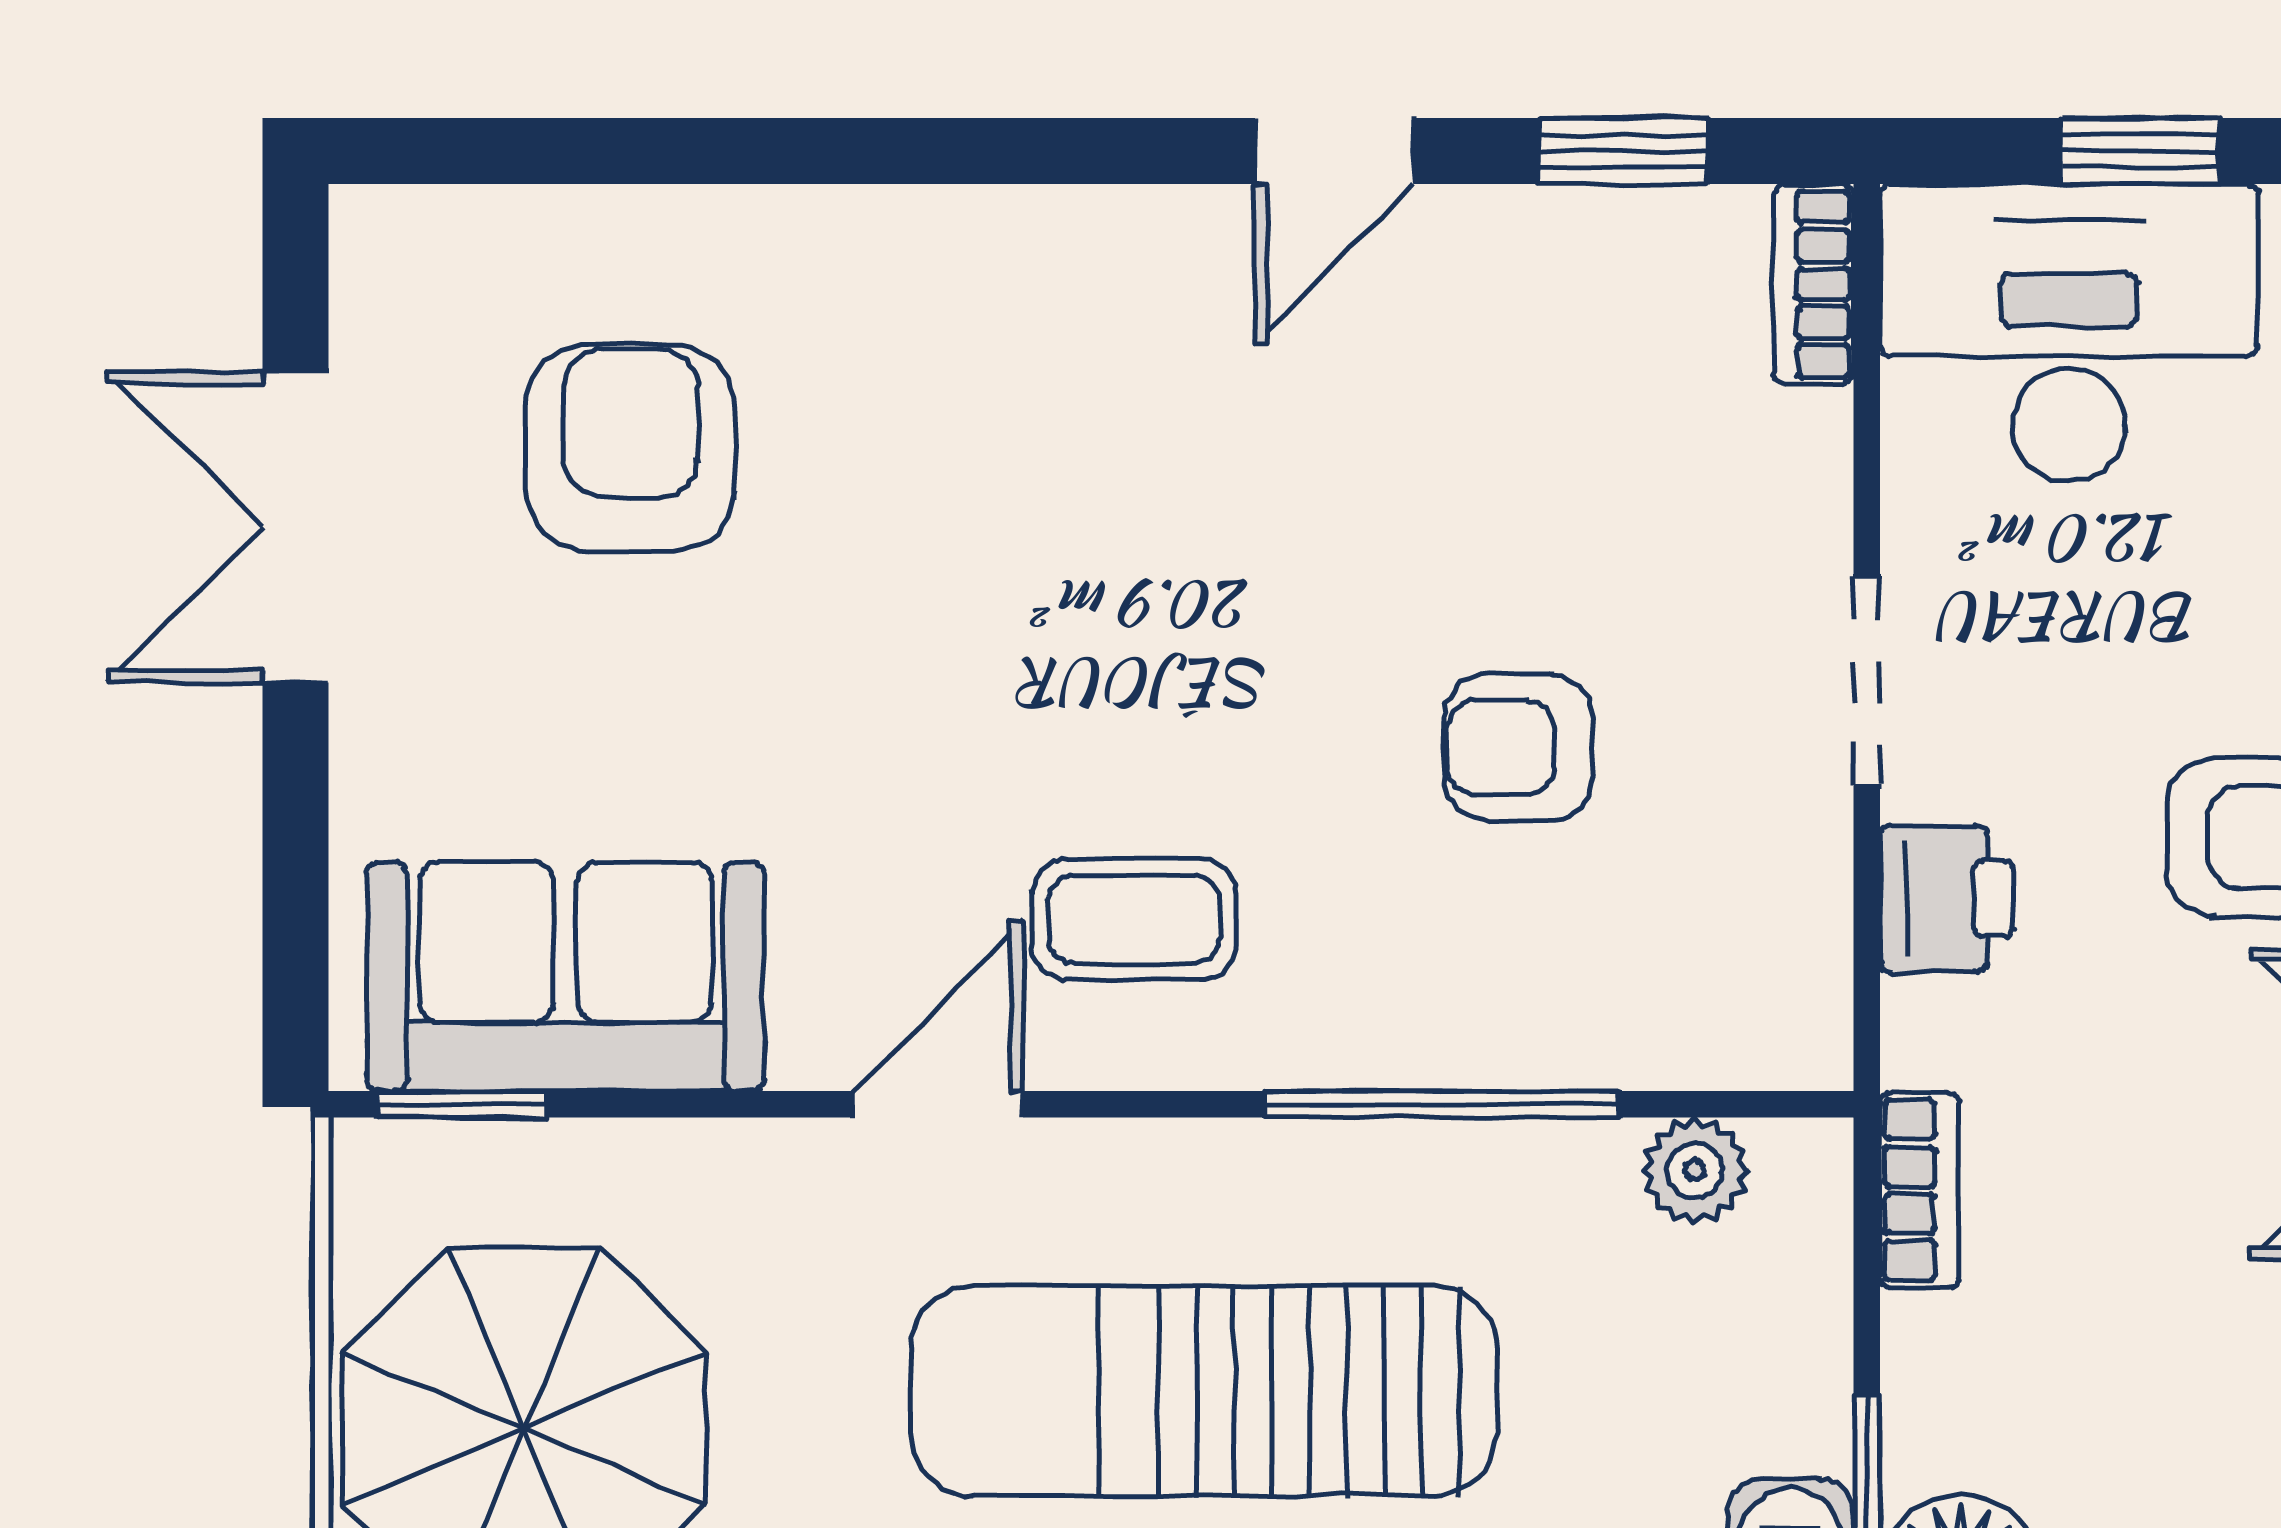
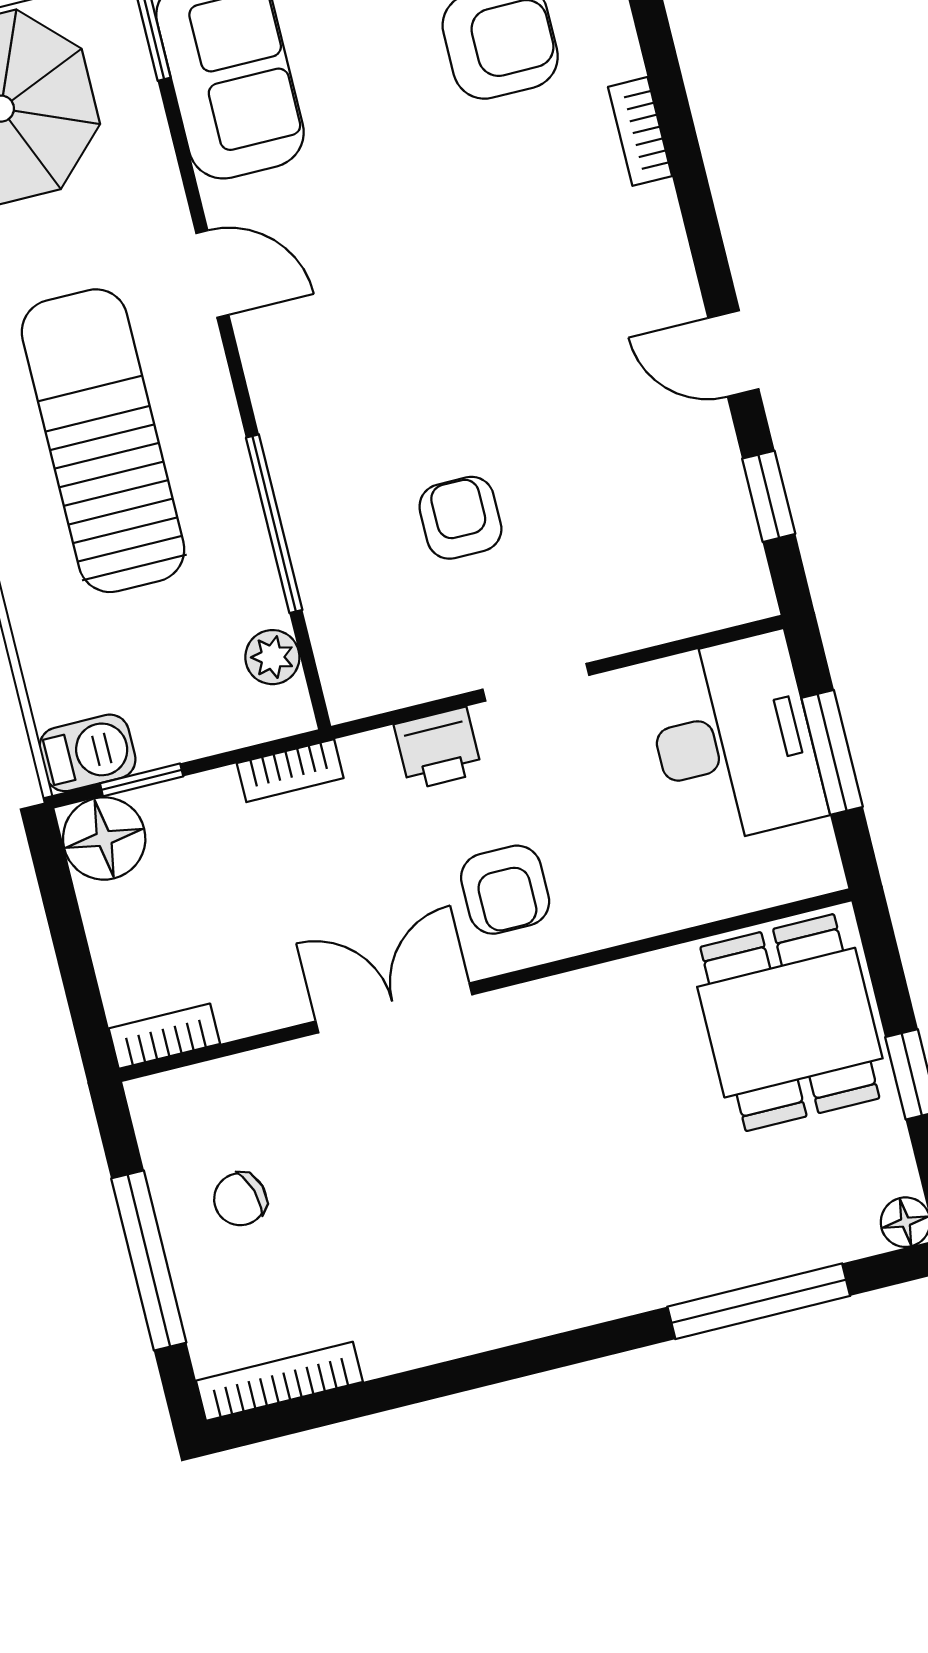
window: (2139, 151) -> (832, 752), width x1.50
bookcase: (1813, 284) -> (640, 131), moved, turned -90
coffee table: (1134, 919) -> (328, 348), removed

